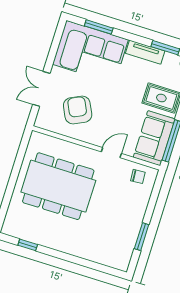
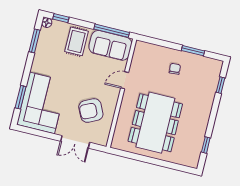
tv unit: (145, 52) -> (39, 57), removed
door: (111, 153) -> (125, 80), hinge flipped
chair: (138, 176) -> (175, 69), moved
window: (98, 267) -> (221, 85), added

